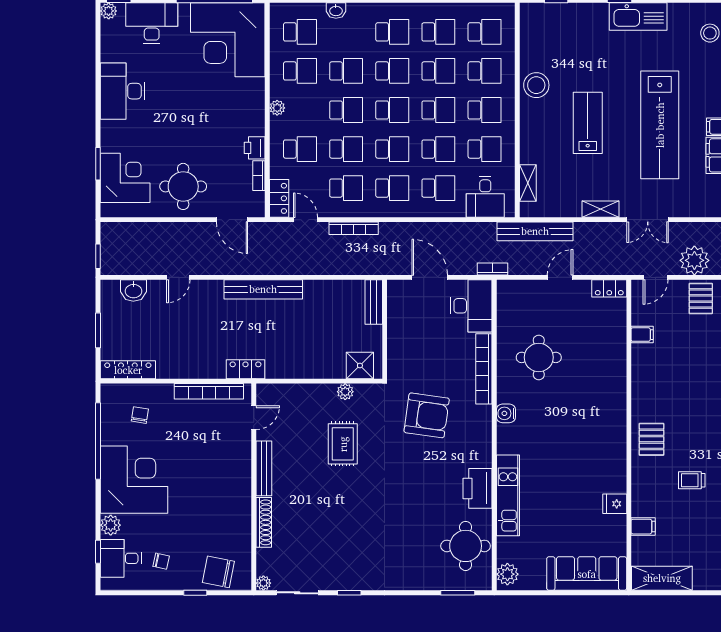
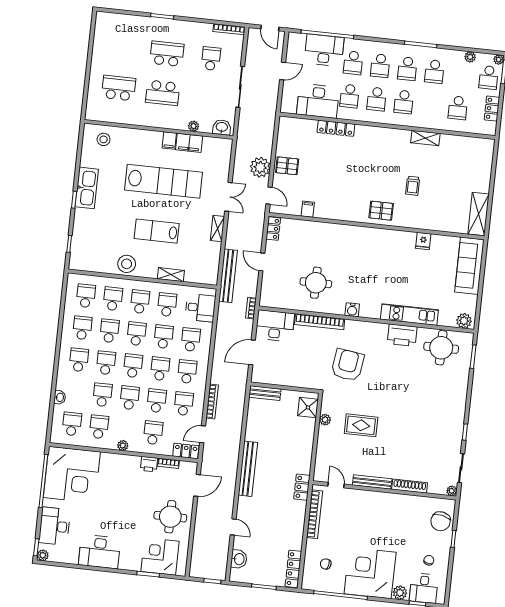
shelving: (528, 183) -> (171, 275), moved
filing cabinet: (643, 527) -> (441, 223), removed

